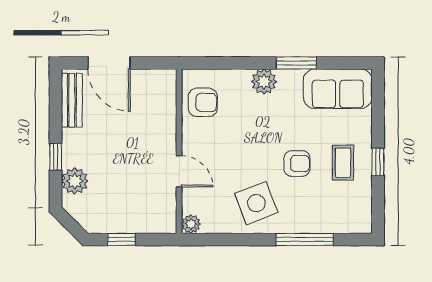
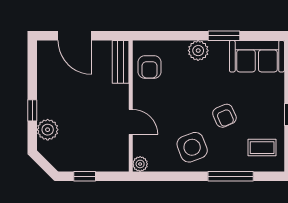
bench: (72, 100) -> (121, 62), moved
armchair: (203, 102) -> (150, 67), turned 90
coffee table: (343, 163) -> (262, 148), moved, turned 90
armchair: (297, 164) -> (224, 116), turned 66

